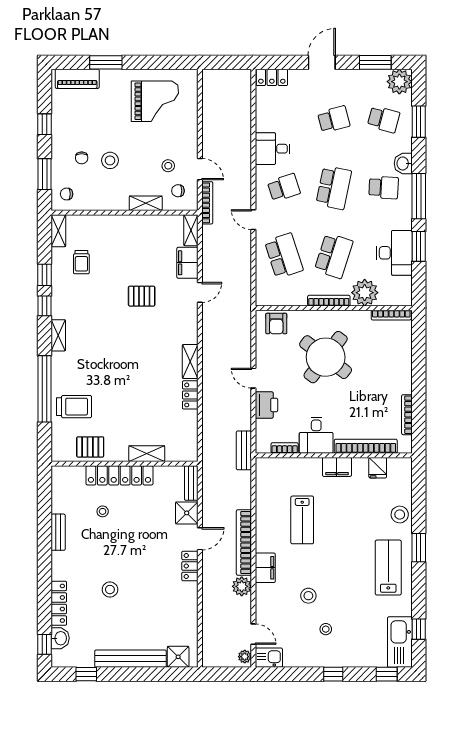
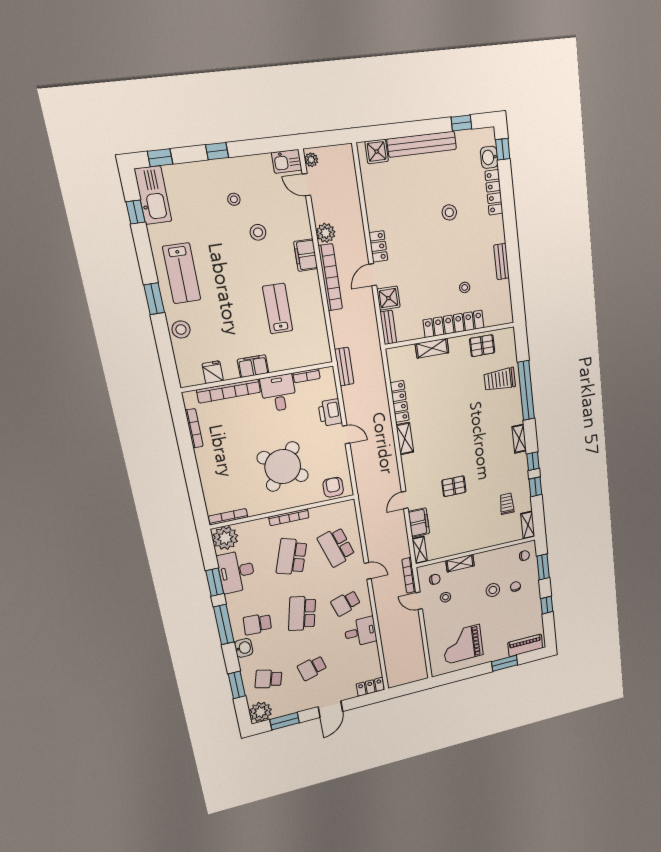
plant: (365, 293) -> (225, 538), moved
locker: (190, 395) -> (400, 402), width x1.53

